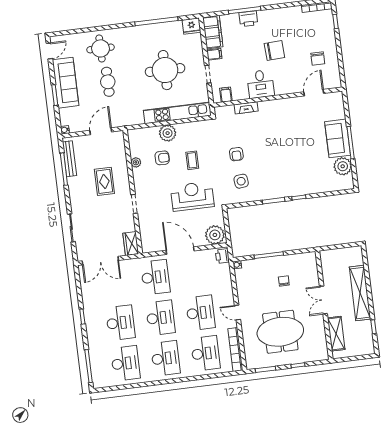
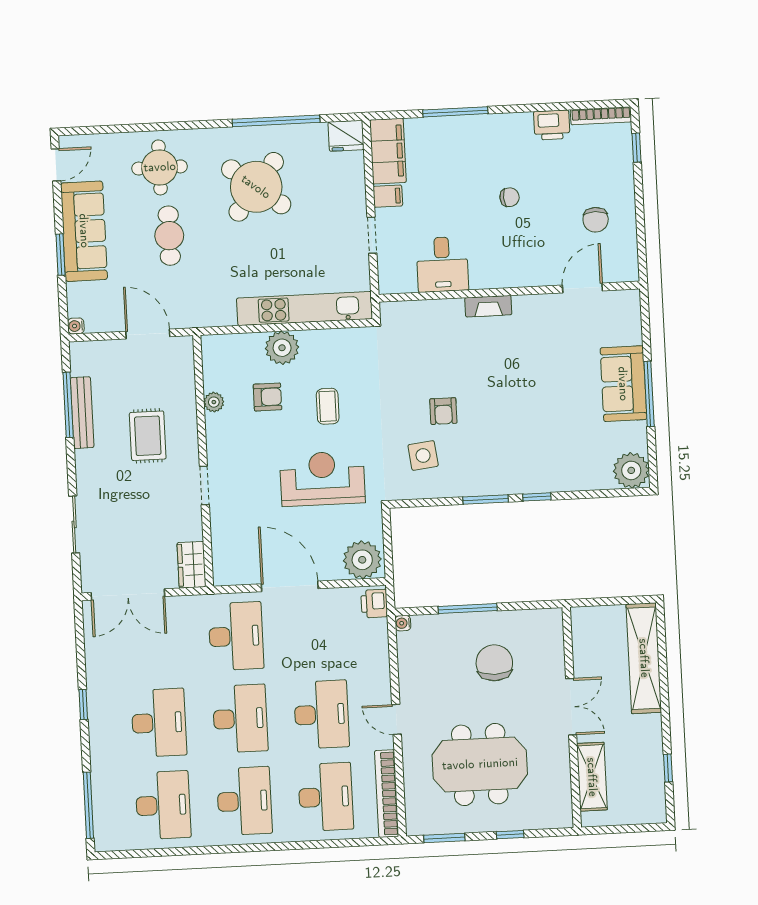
printer: (248, 19) -> (552, 125), moved
chair: (274, 50) -> (509, 197), width x0.54, depth x0.54
round table: (165, 70) -> (256, 187), moved, turned 38
desk: (261, 84) -> (442, 264), moved
filing cabinet: (226, 95) -> (405, 279), removed
fireplace: (246, 108) -> (488, 306), moved
door: (101, 131) -> (148, 334), hinge flipped
armchair: (236, 154) -> (443, 411), moved
bench: (69, 159) -> (82, 413), moved
plant: (343, 166) -> (631, 470), moved
chair: (284, 281) -> (494, 663), width x1.87, depth x1.87
shelving: (360, 293) -> (644, 658), moved
double door: (323, 300) -> (571, 707), swing flipped

